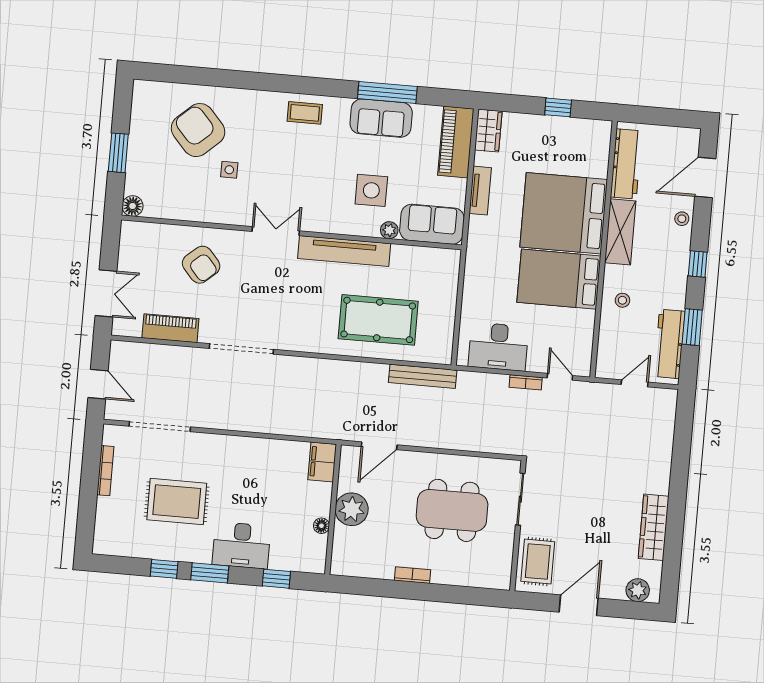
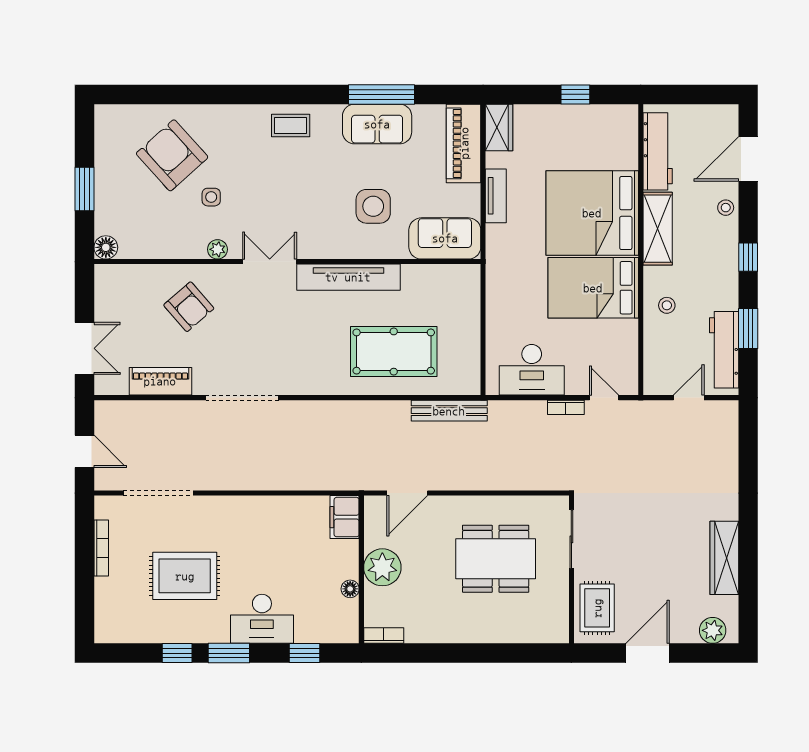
plant: (389, 230) -> (217, 249), moved
bookcase: (413, 575) -> (384, 636), moved

